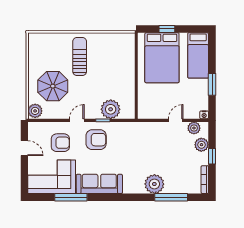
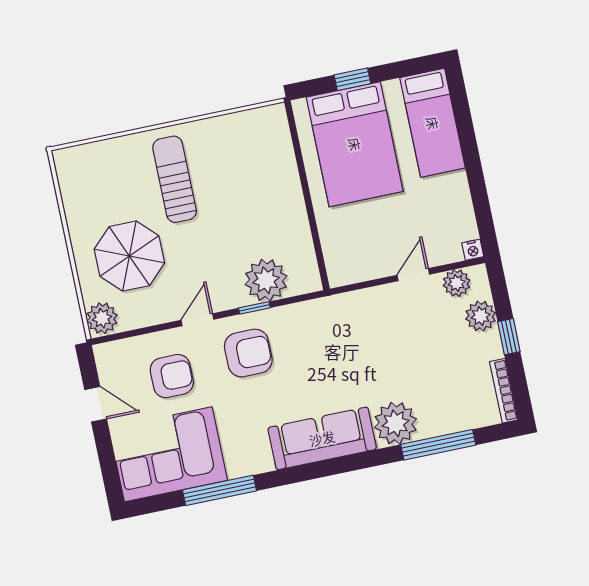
window: (212, 84) -> (476, 180), removed
sofa: (99, 184) -> (322, 438), moved

